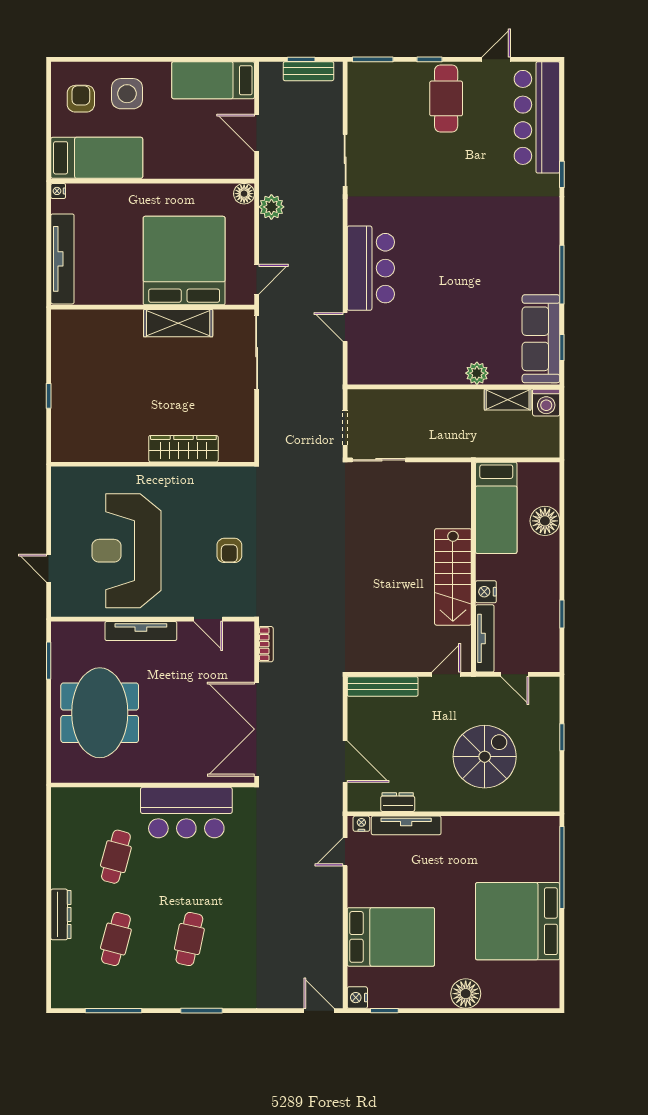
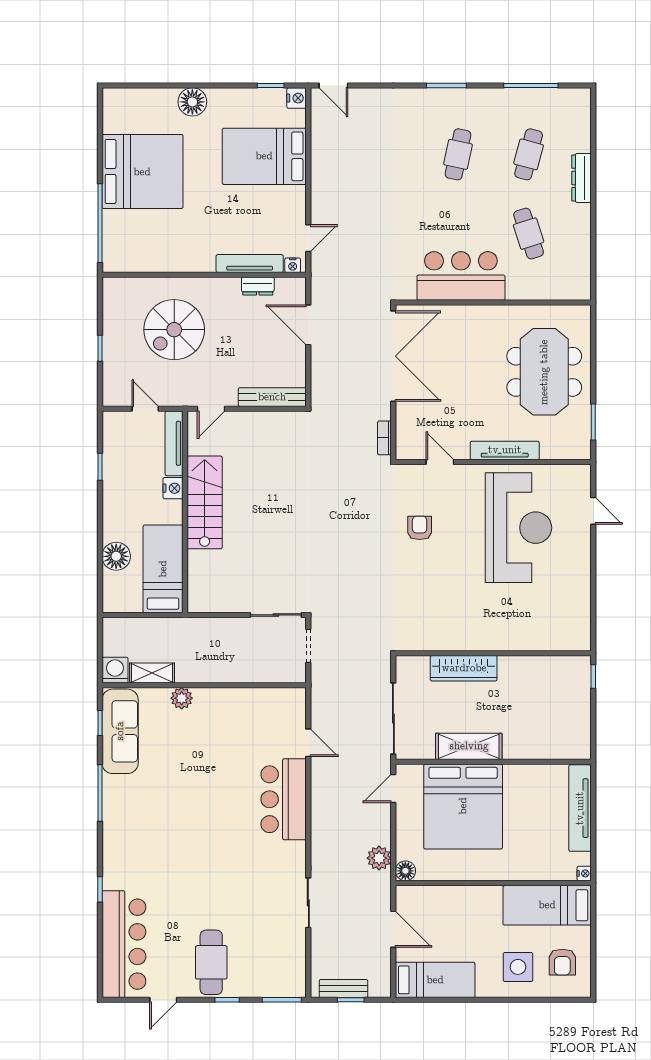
wardrobe: (183, 449) -> (464, 668), moved
wall: (153, 464) -> (493, 653), moved
cafe table: (116, 857) -> (529, 234), turned -33

